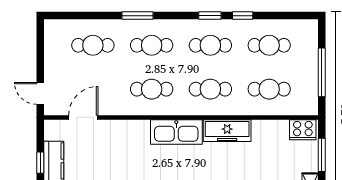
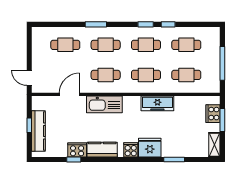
door: (83, 117) -> (69, 94), moved
cooker: (303, 130) -> (213, 114), moved, turned 90
kitchen sink: (176, 132) -> (104, 104), moved

